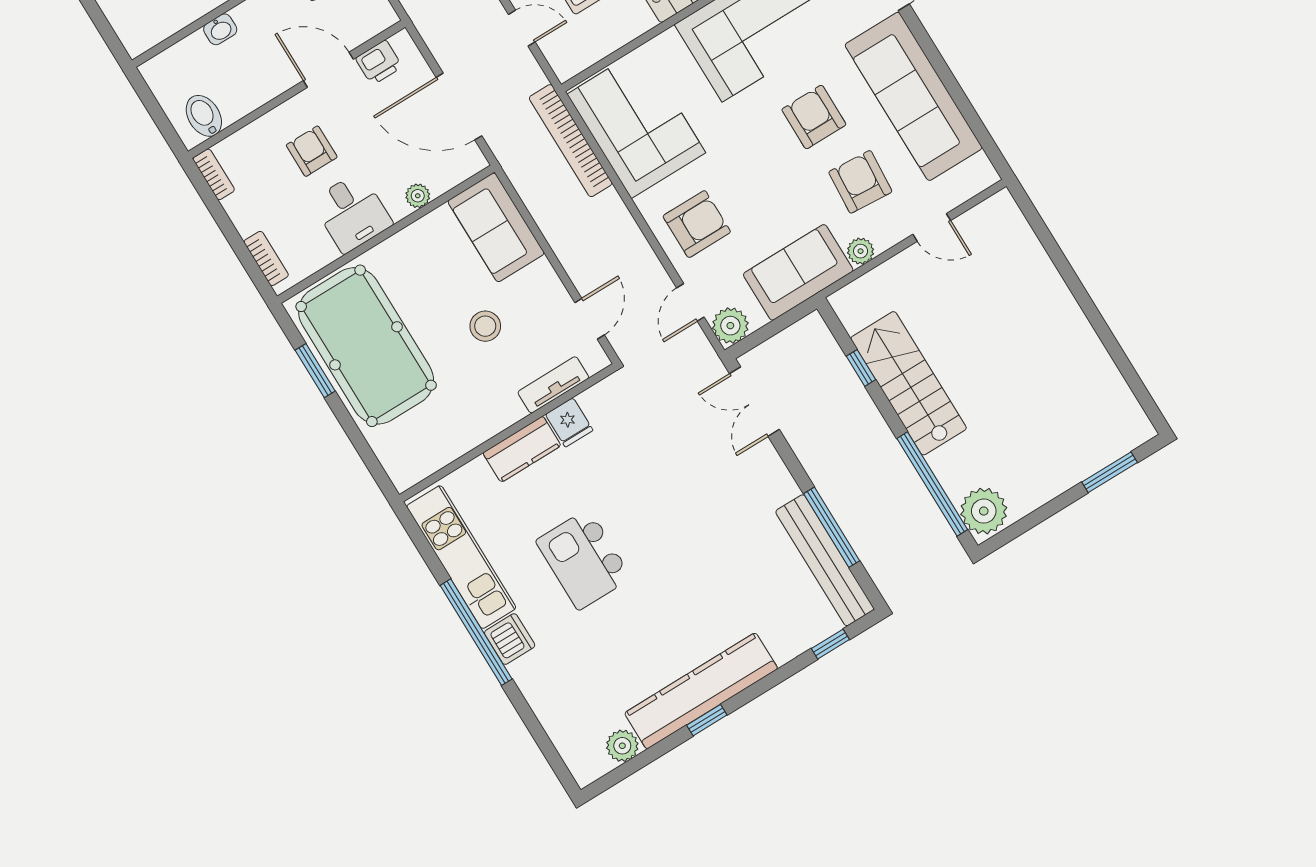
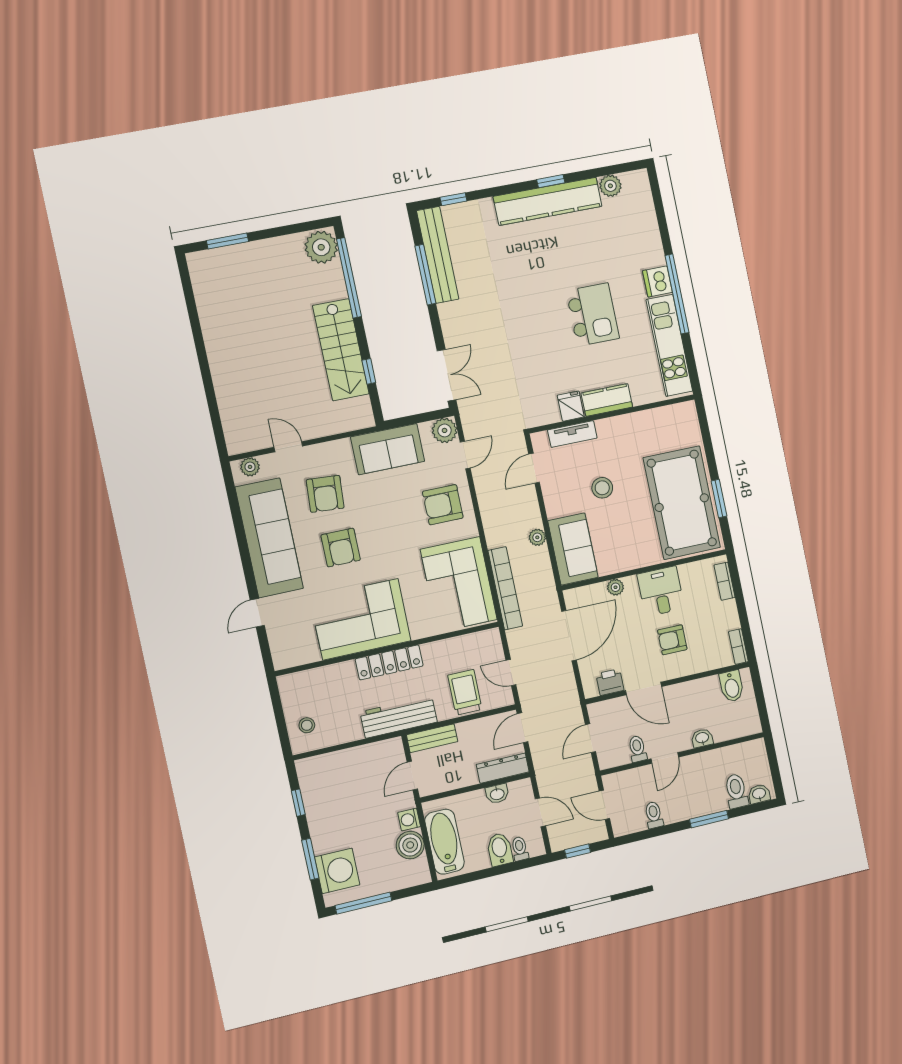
door: (459, 107) -> (569, 636), hinge flipped
armchair: (312, 151) -> (672, 640), turned 90
plant: (551, 226) -> (537, 537), added
plant: (861, 251) -> (250, 467), moved

